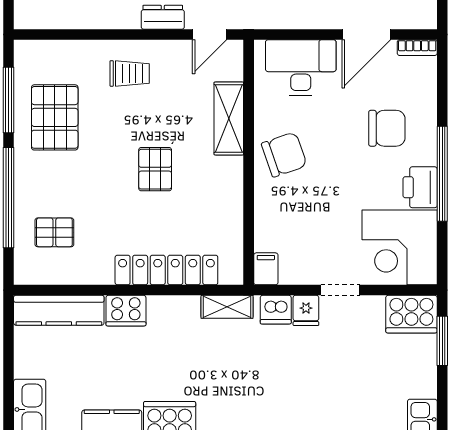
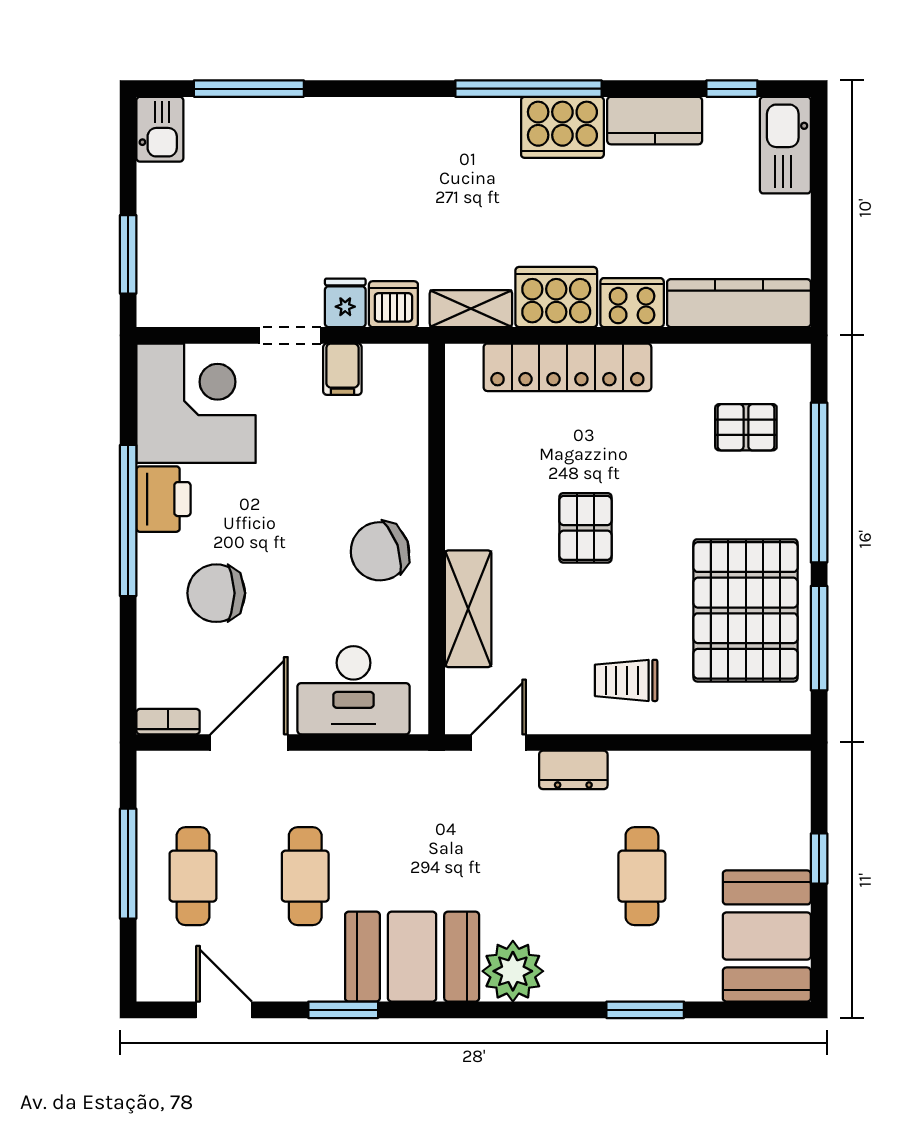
pallet: (55, 117) -> (746, 610), width x1.37, depth x1.41
filing cabinet: (266, 269) -> (342, 369), moved
cooker: (411, 314) -> (556, 297), moved

